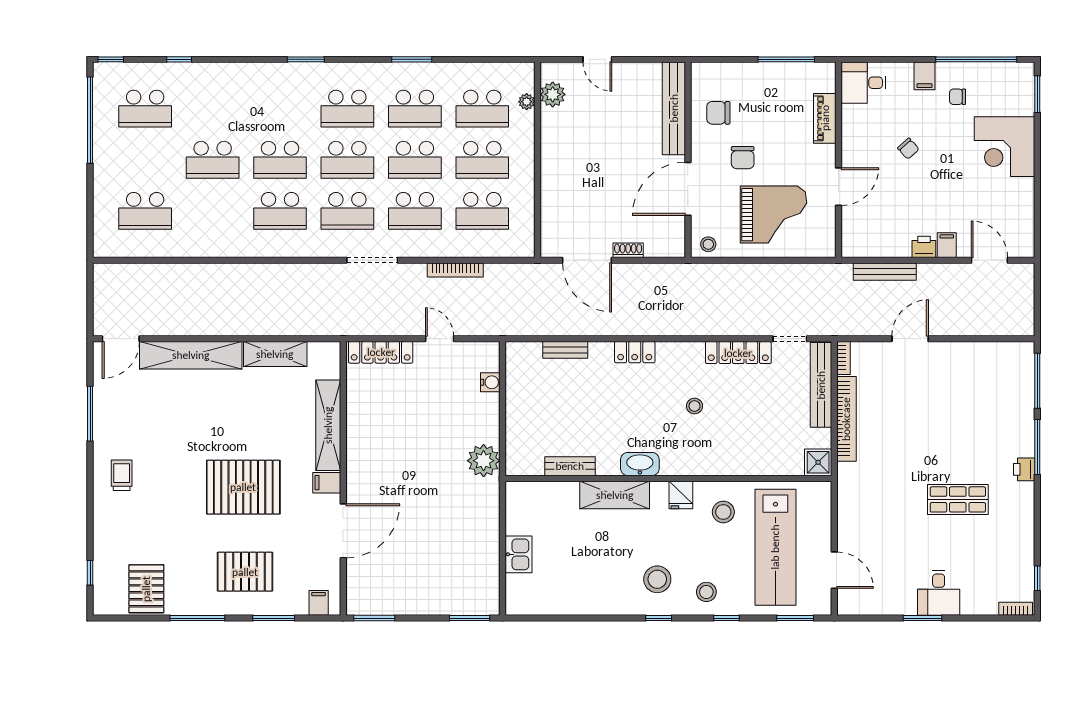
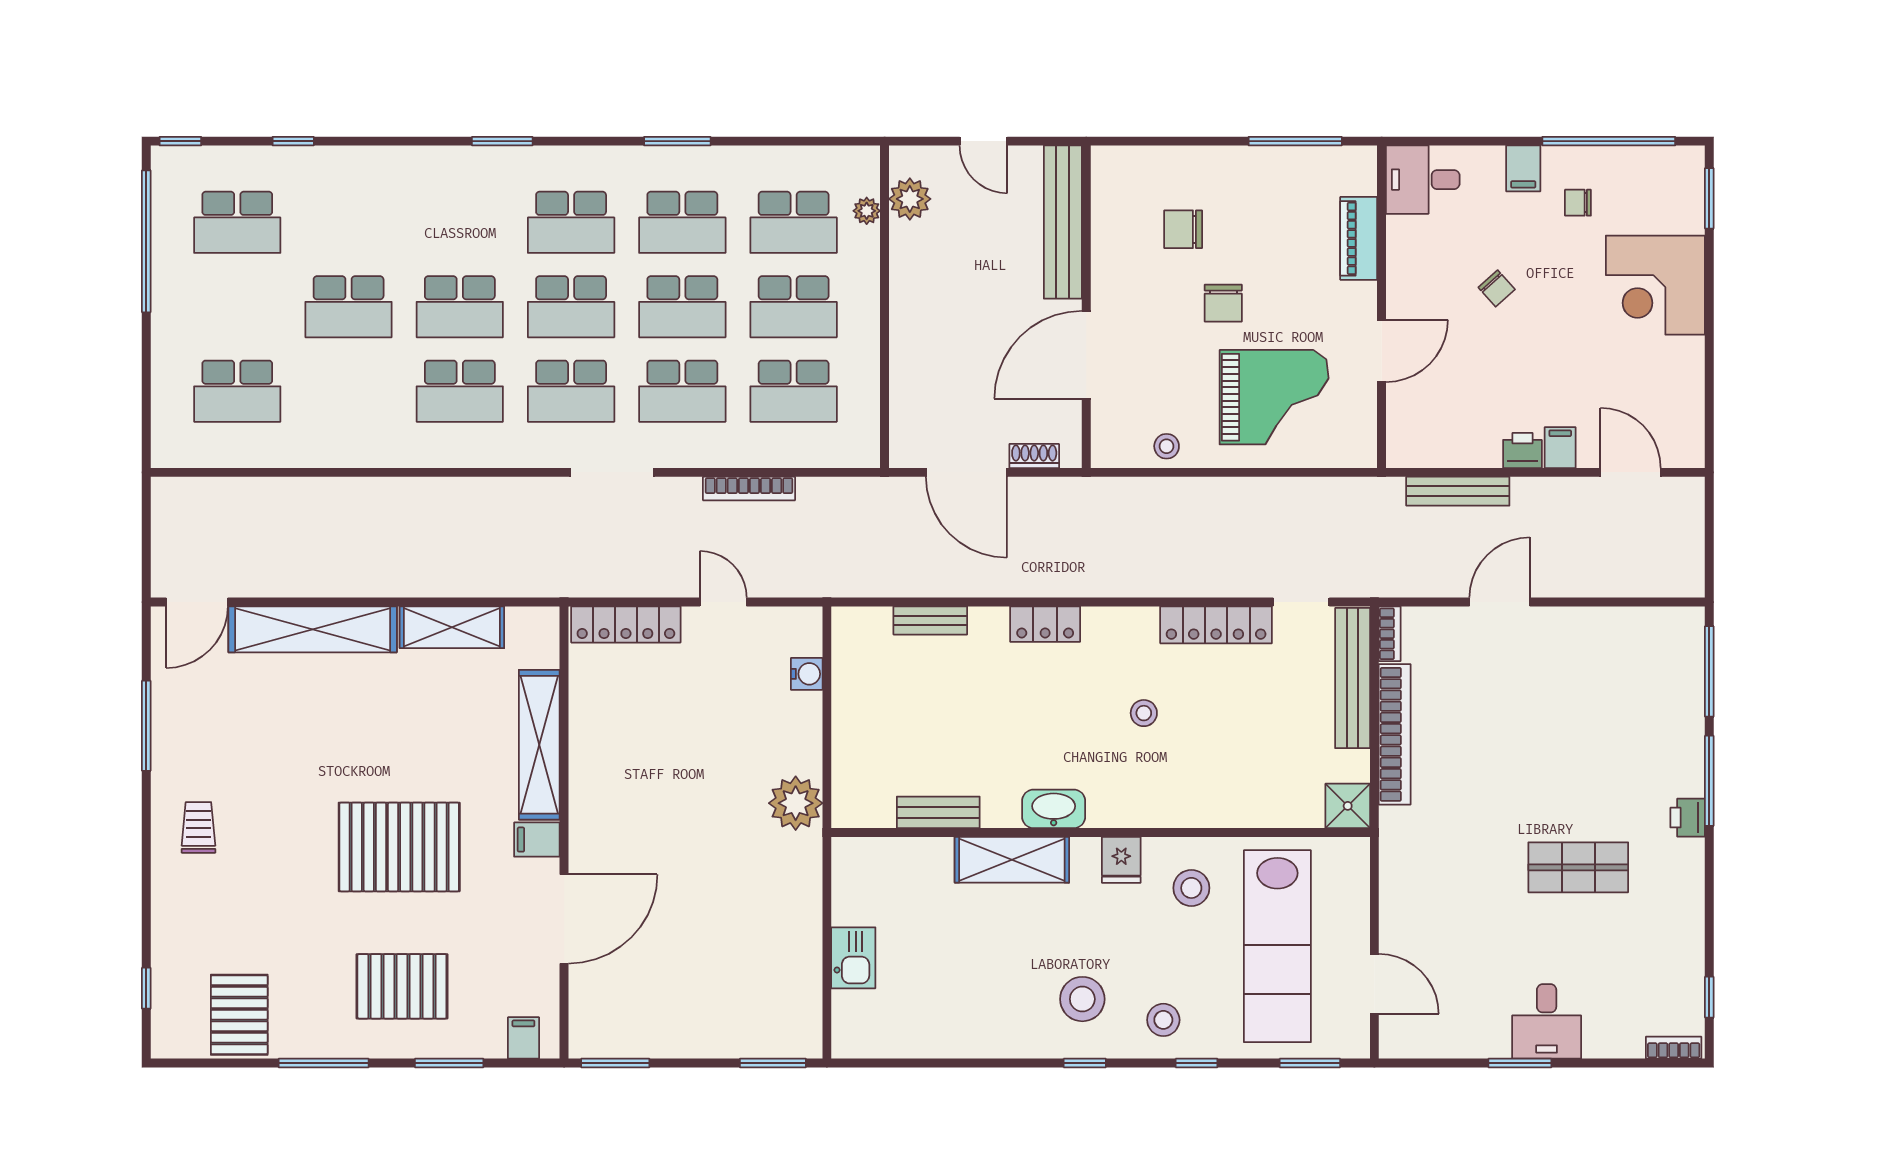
bench: (674, 108) -> (1063, 222), moved
wall: (688, 160) -> (1086, 307), moved
door: (688, 189) -> (1086, 355), moved

